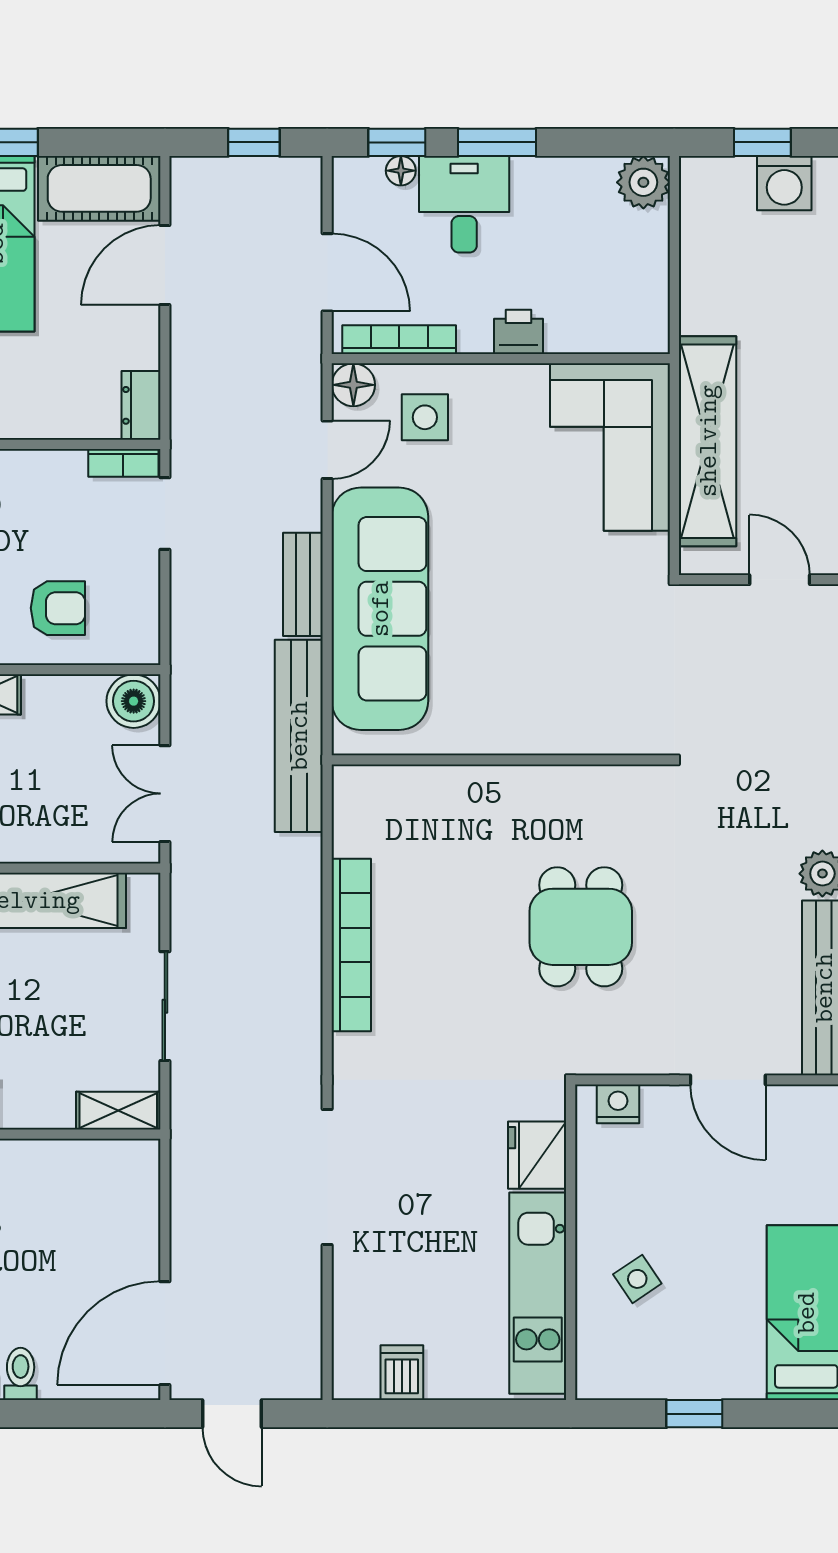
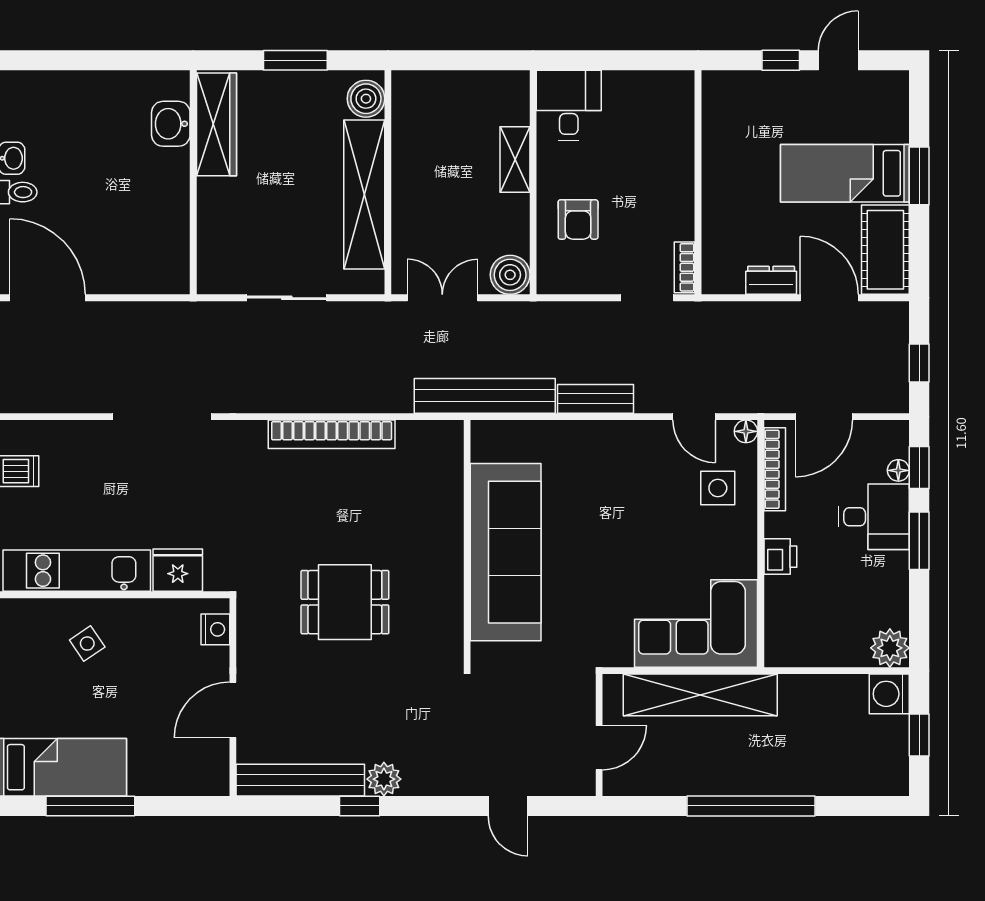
washing machine: (784, 183) -> (889, 694), moved
floor lamp: (353, 385) -> (746, 431), width x0.73, depth x0.73
dresser: (141, 405) -> (771, 280), moved
sofa: (380, 609) -> (506, 552), moved, turned -90
shelving: (118, 1111) -> (210, 264), removed

